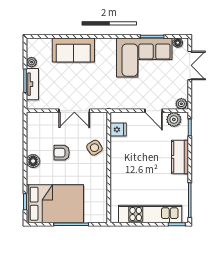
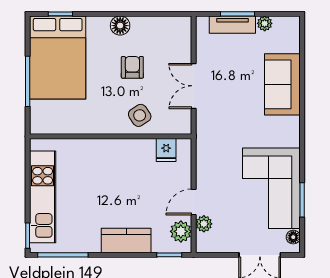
plant: (181, 104) -> (204, 224), moved

